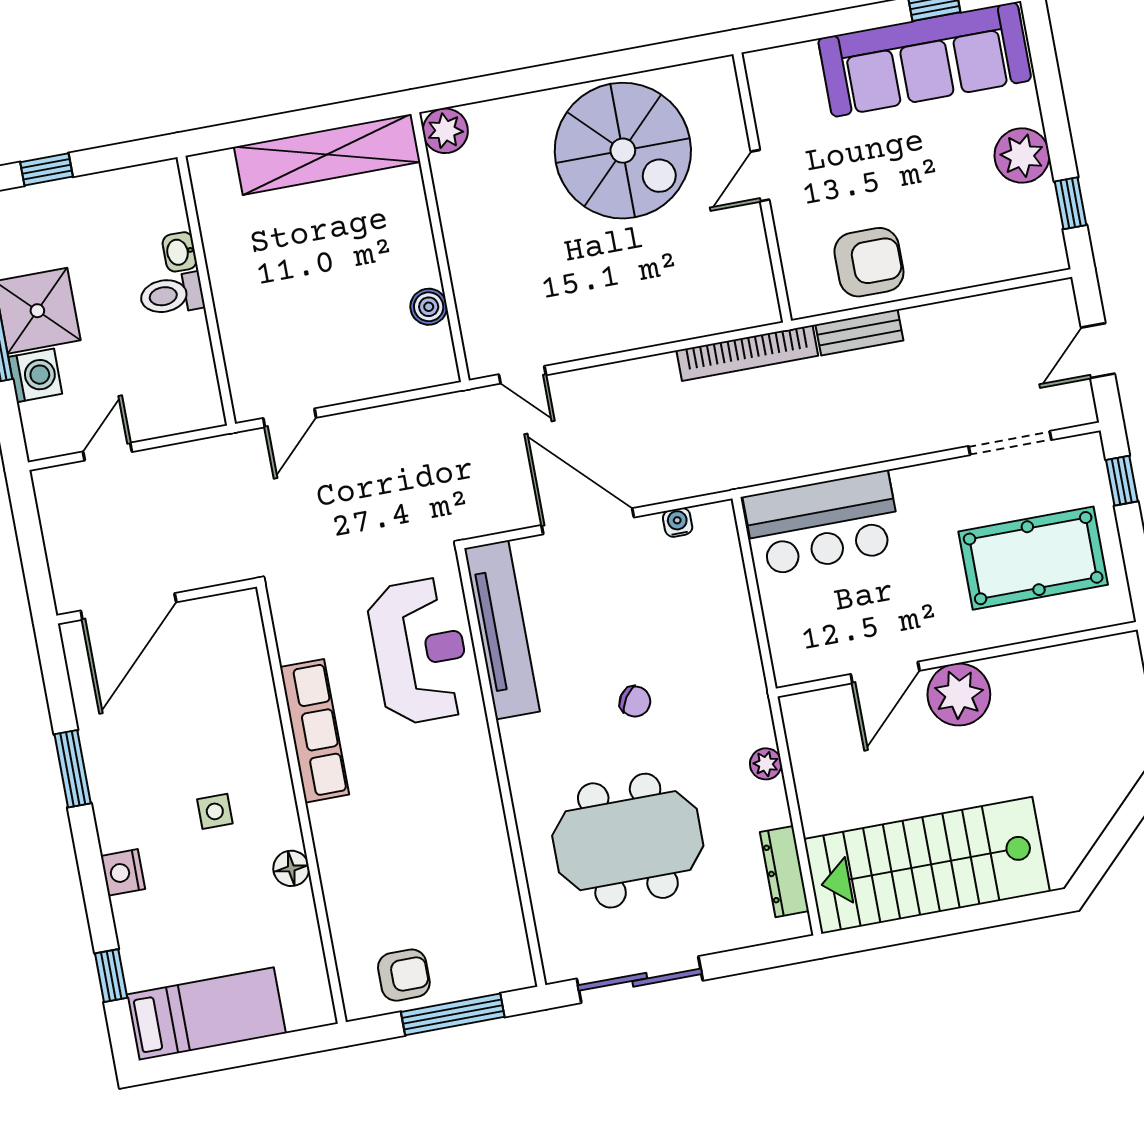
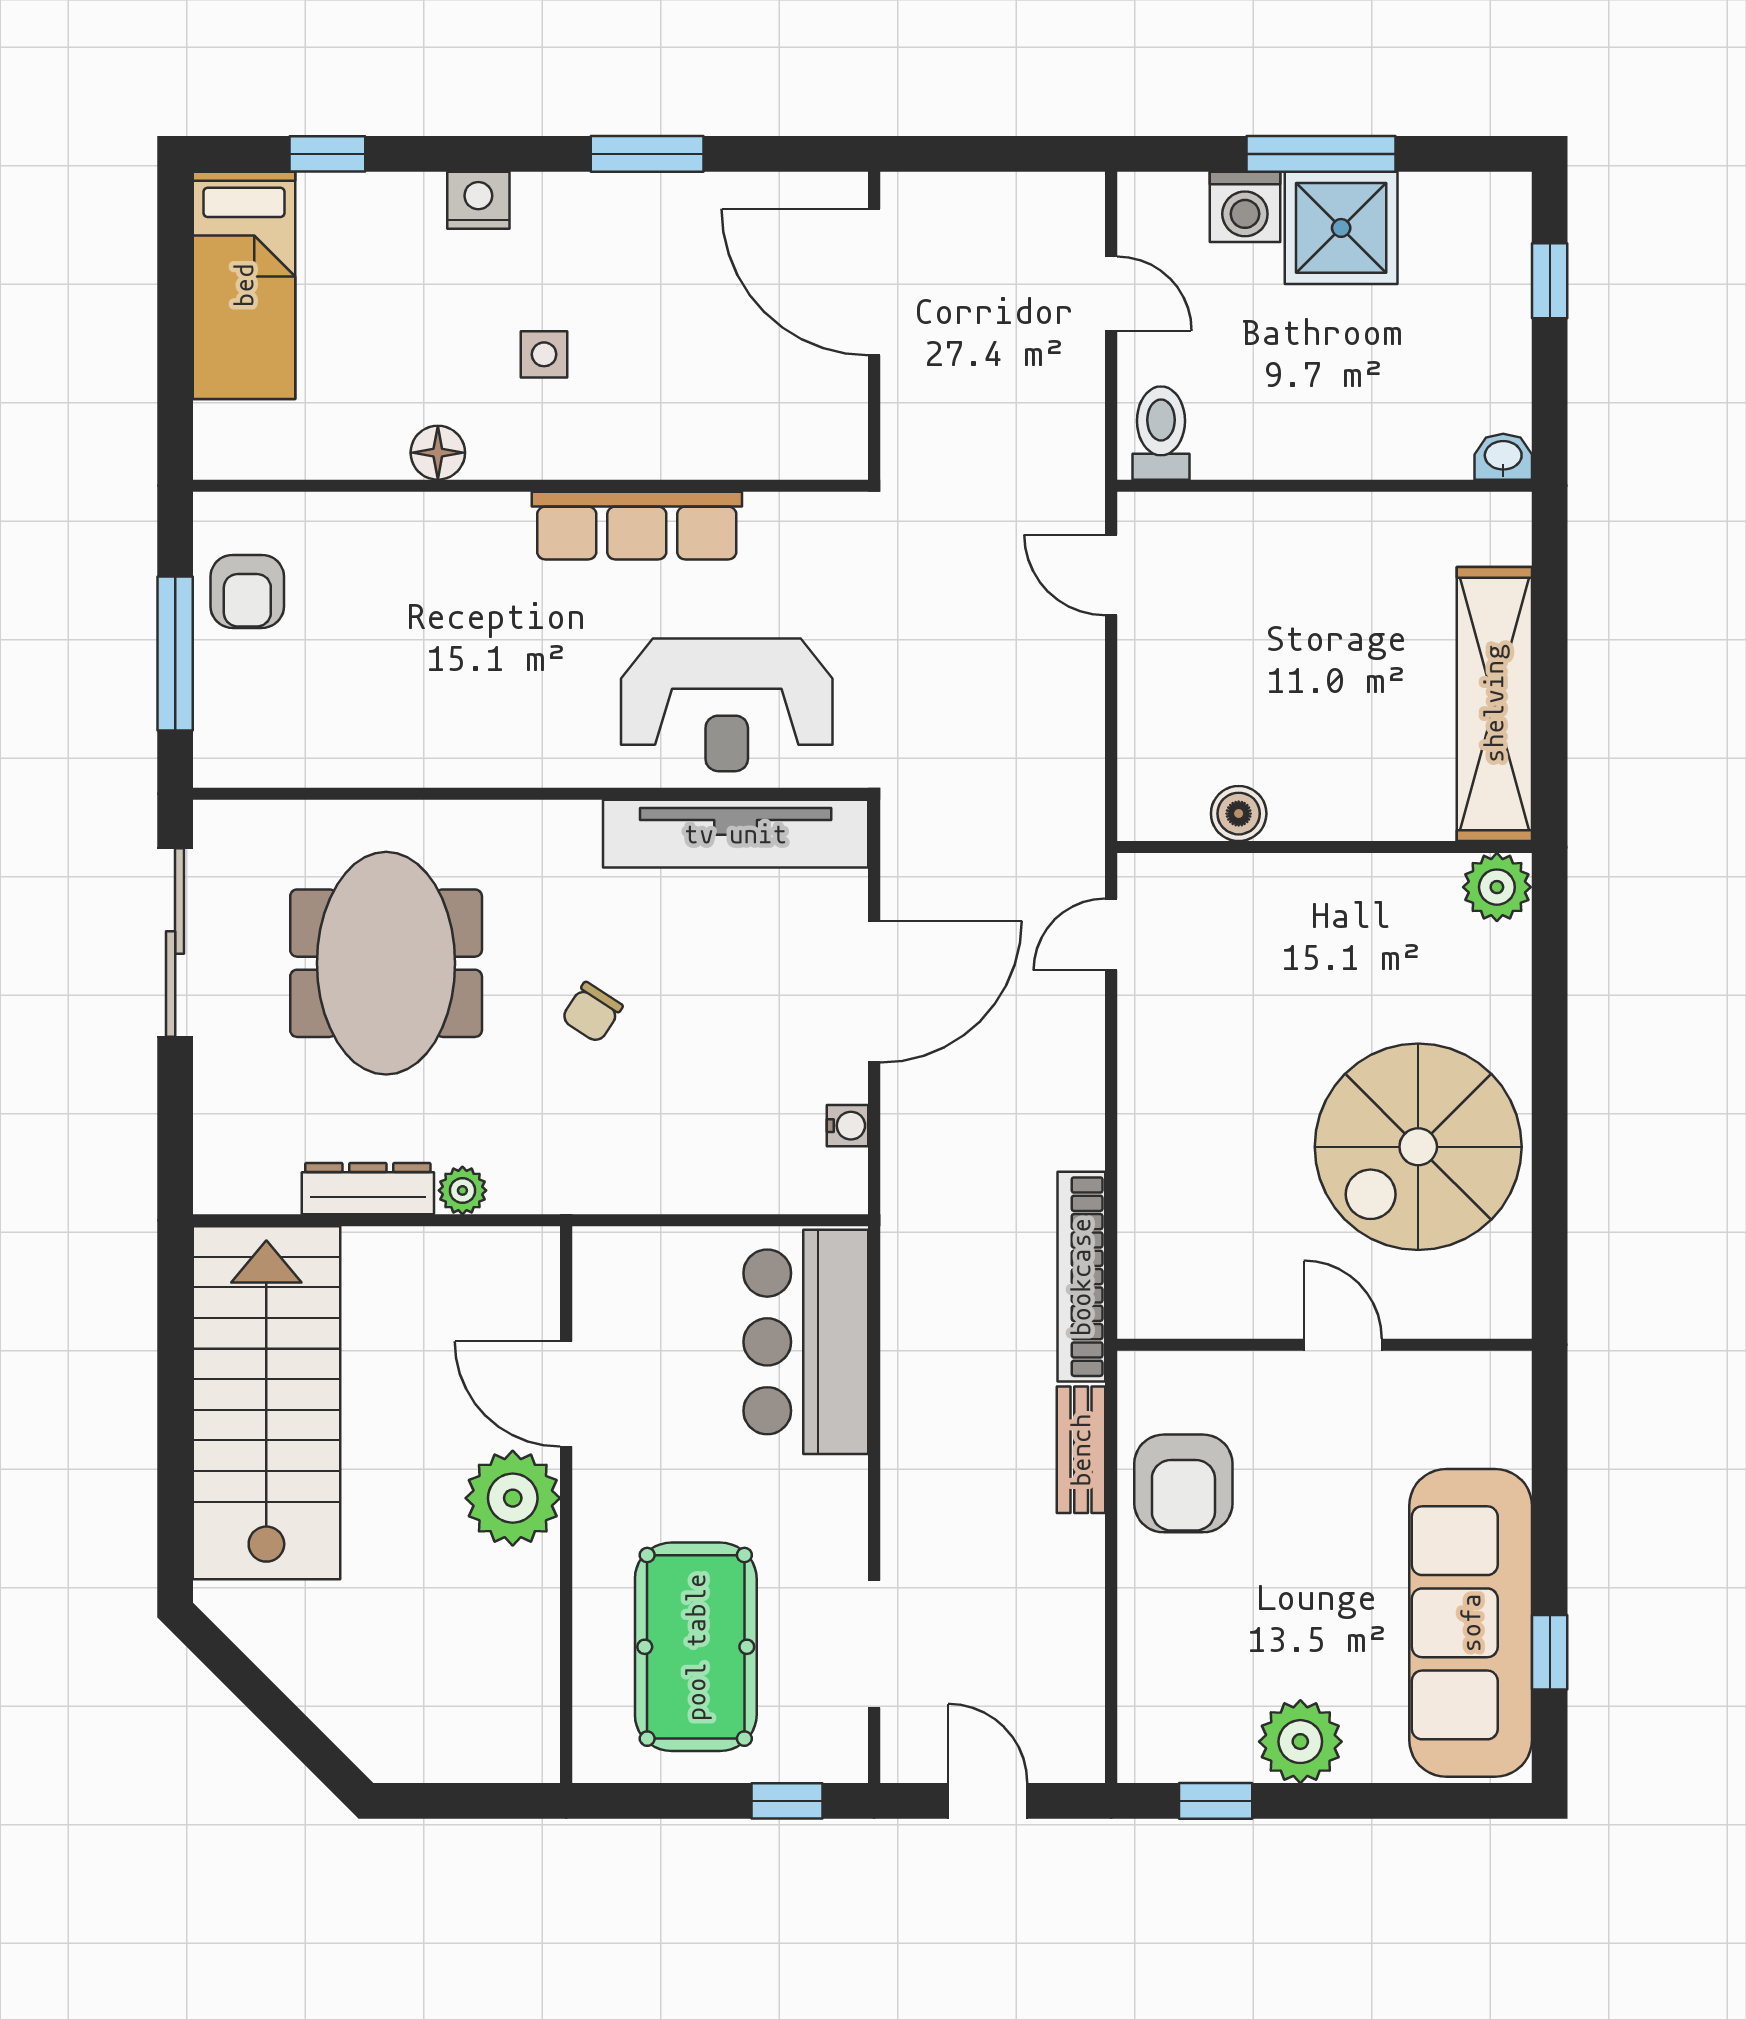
washbasin: (180, 252) -> (1503, 457), moved
toilet: (172, 295) -> (1161, 433), moved
dresser: (784, 872) -> (368, 1189), moved

